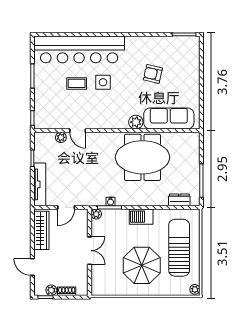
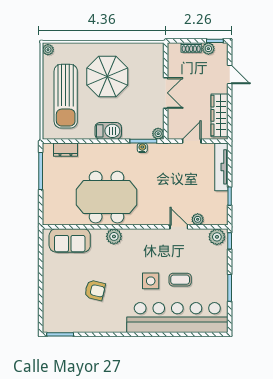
sofa: (169, 118) -> (70, 240), width x0.73
plant: (44, 122) -> (217, 237), added
double door: (90, 251) -> (166, 93), swing flipped

